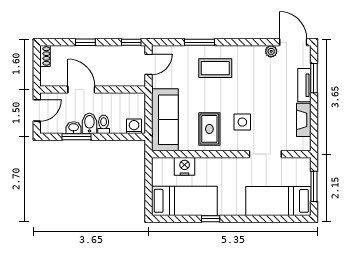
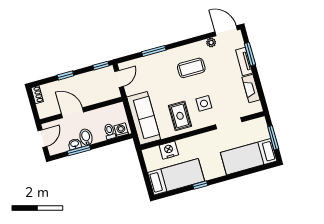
coffee table: (215, 68) -> (191, 68), moved
toilet: (104, 124) -> (110, 132), moved

